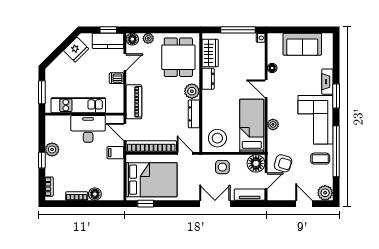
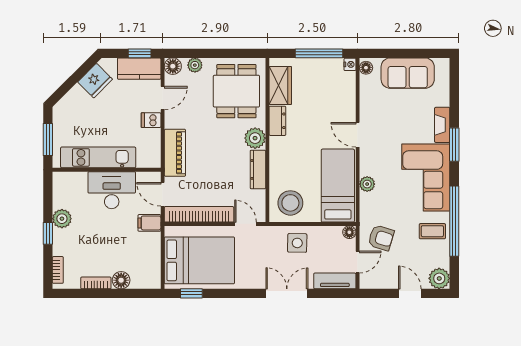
floor lamp: (272, 68) -> (366, 68), moved
floor lamp: (256, 163) -> (349, 232), width x0.53, depth x0.53

